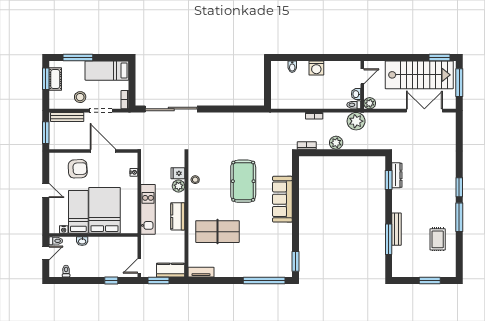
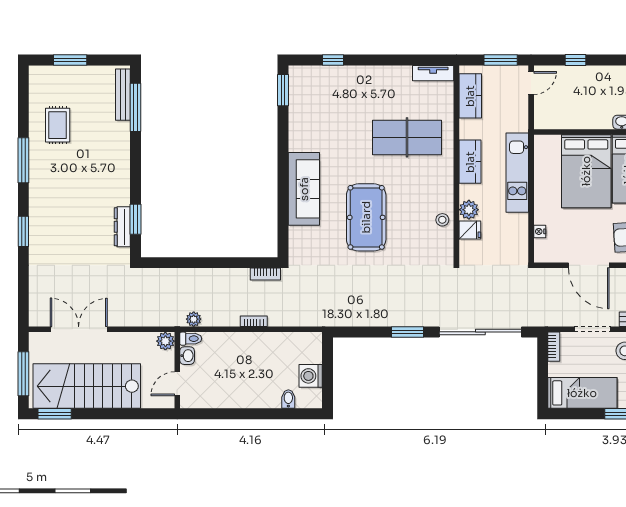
washing machine: (316, 68) -> (311, 376), moved, turned -90
window: (217, 109) -> (407, 332), added
double door: (424, 111) -> (79, 329), swing flipped
plant: (356, 121) -> (194, 319), width x0.53, depth x0.53
plant: (336, 143) -> (219, 278), removed
window: (459, 187) -> (23, 231), moved
bench: (397, 229) -> (123, 95), moved
window: (389, 239) -> (135, 107), moved
kitchen counter: (171, 270) -> (470, 96), moved, turned -90
window: (264, 280) -> (333, 60), width x0.32

